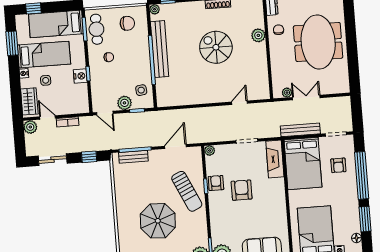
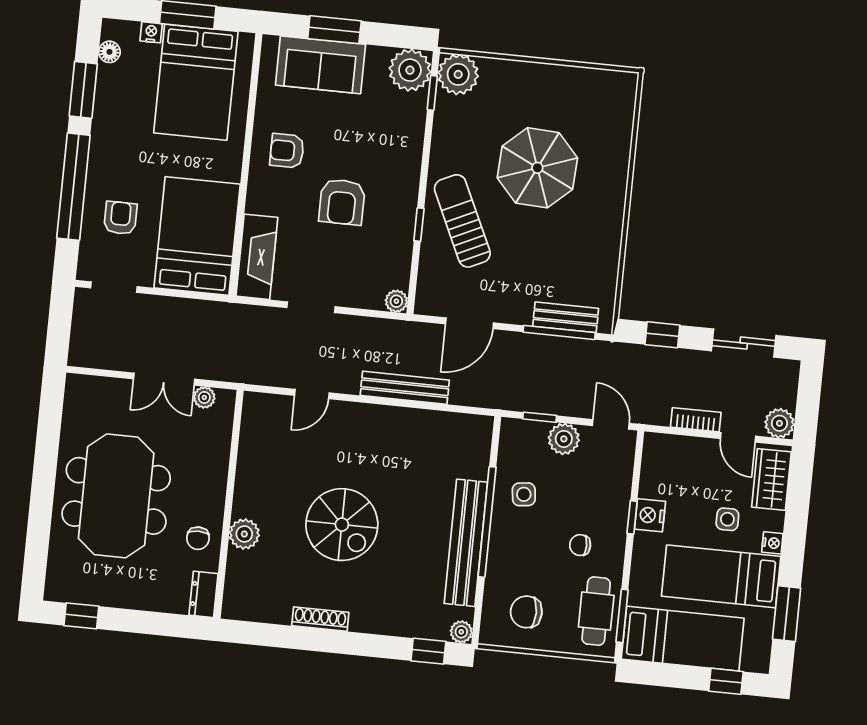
side table: (141, 90) -> (524, 494), moved
bench: (300, 130) -> (405, 388), moved
armchair: (216, 183) -> (287, 151), moved, turned 90

